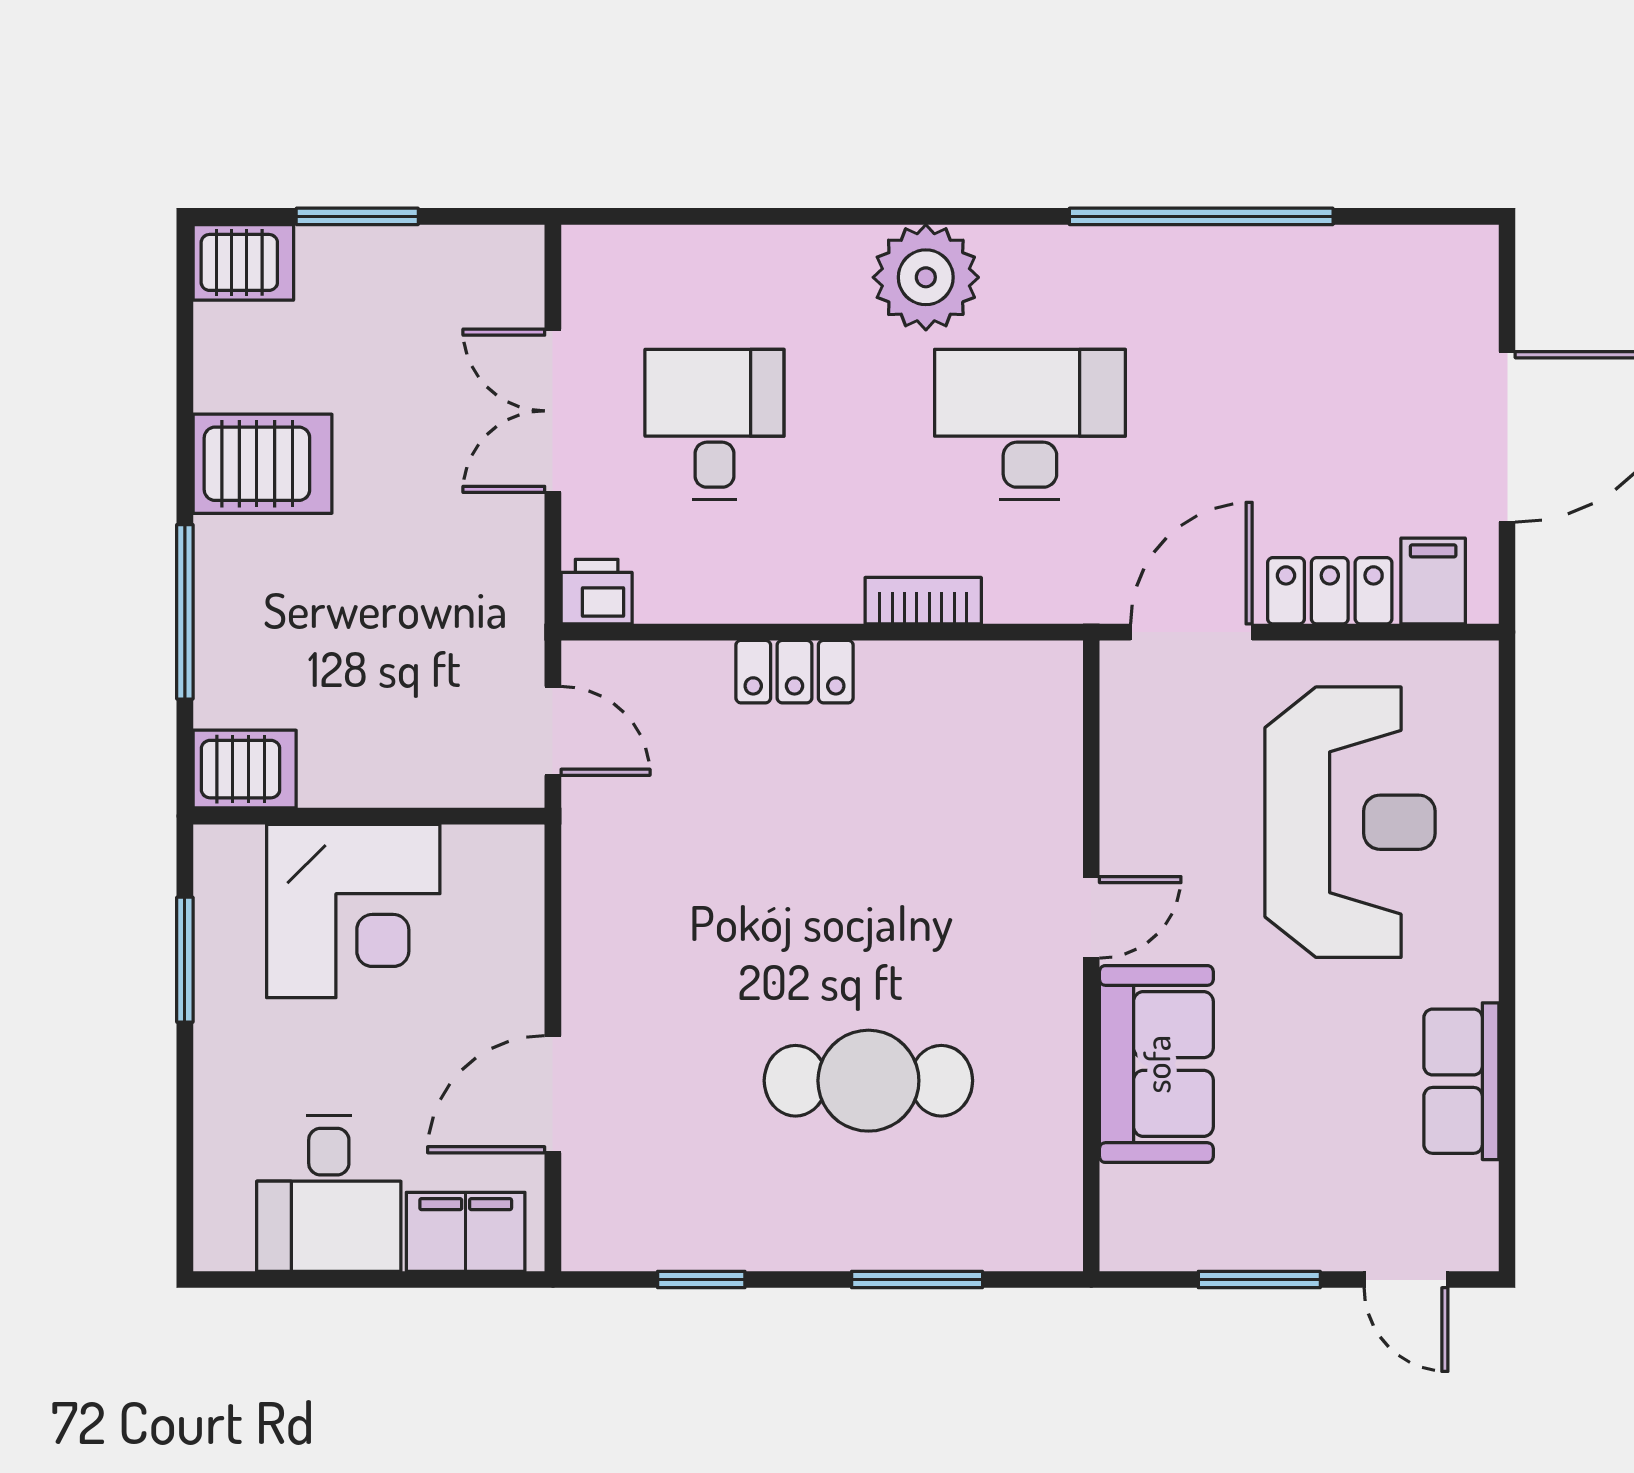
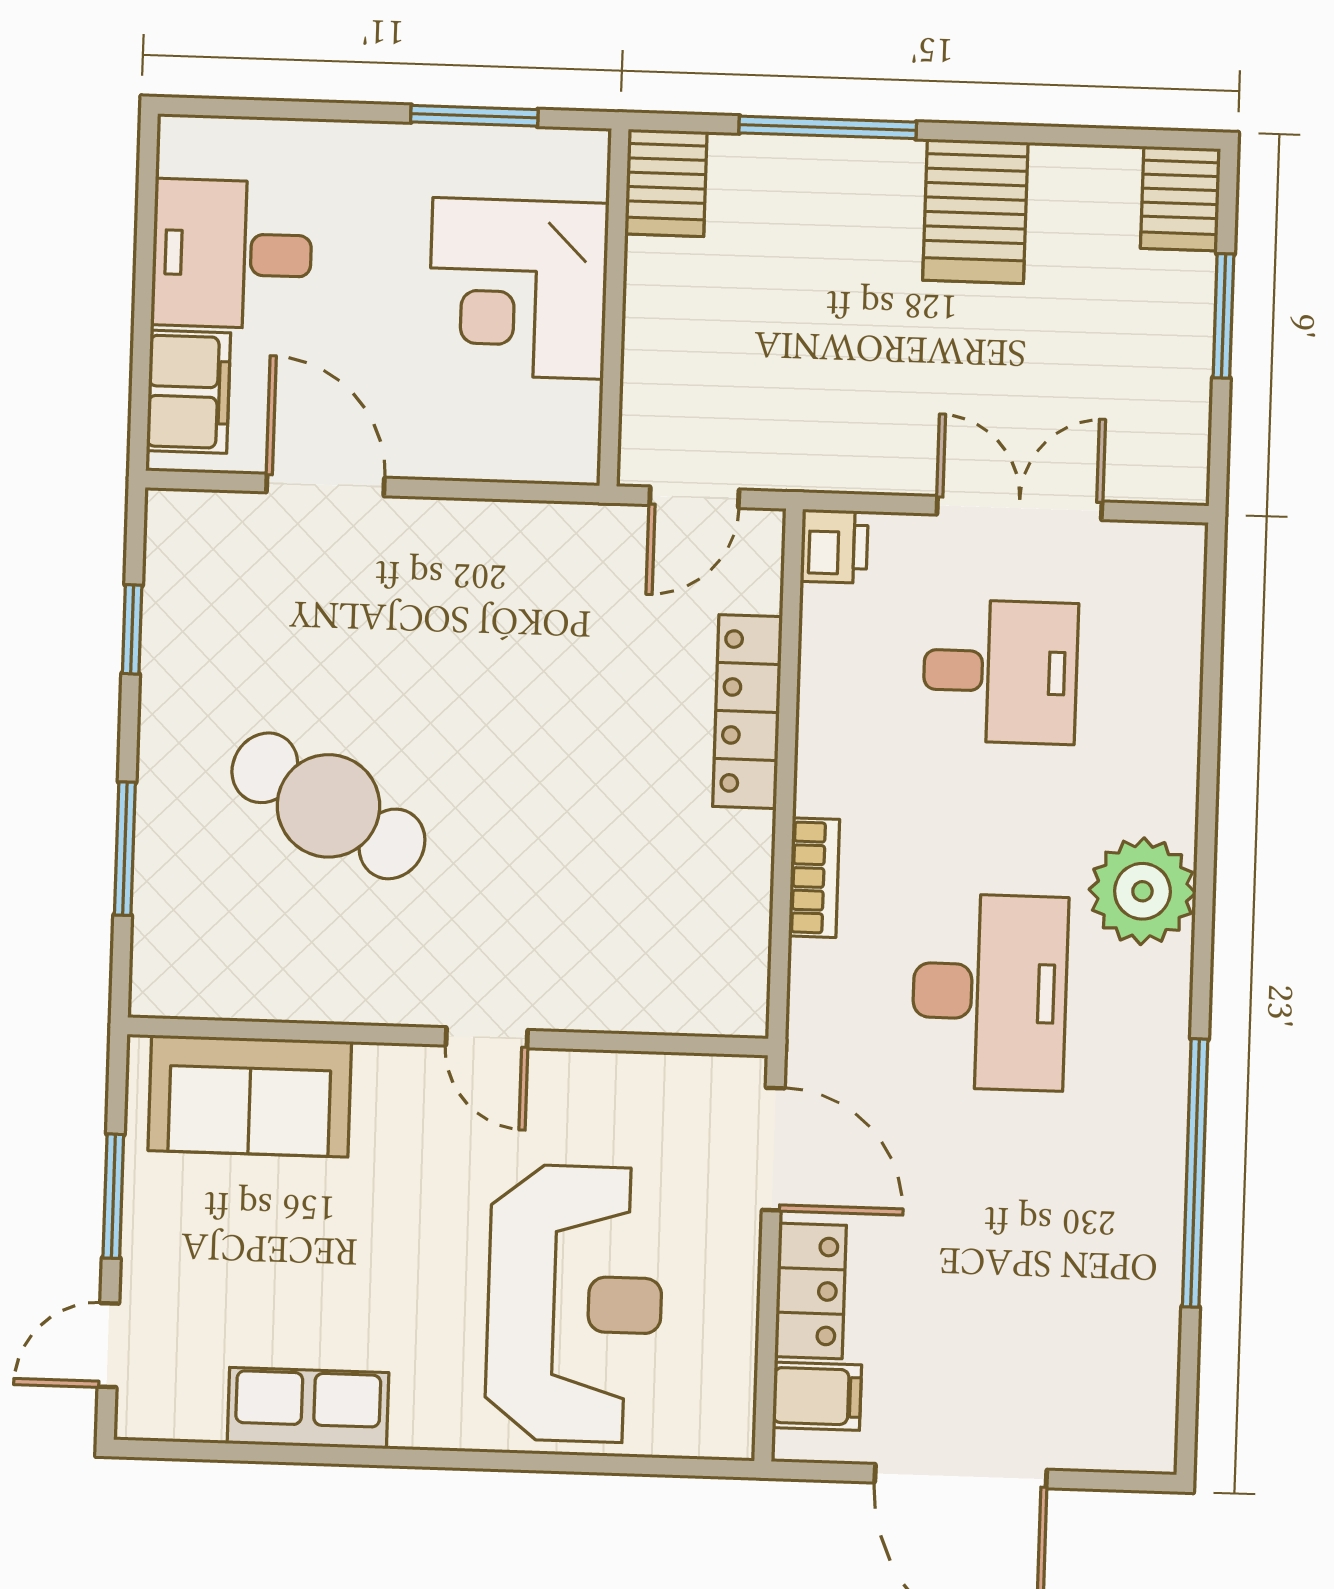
locker: (794, 672) -> (748, 712), width x1.53
reception desk: (1350, 822) -> (575, 1304), turned -90
sofa: (1156, 1064) -> (250, 1096), moved
cafe table: (868, 1081) -> (328, 806), turned -61

